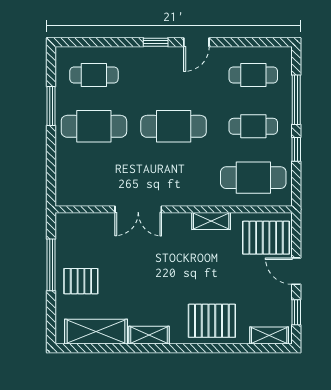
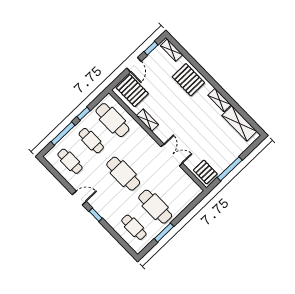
pallet: (81, 281) -> (205, 172), moved

